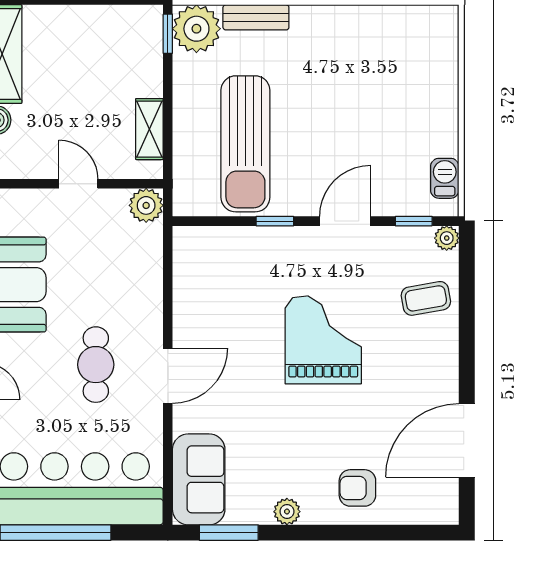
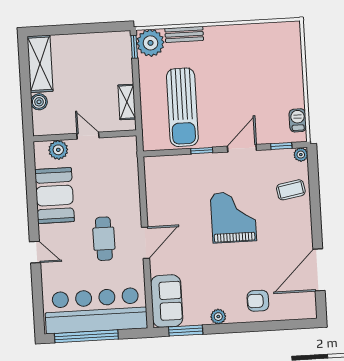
plant: (146, 205) -> (58, 150), moved

